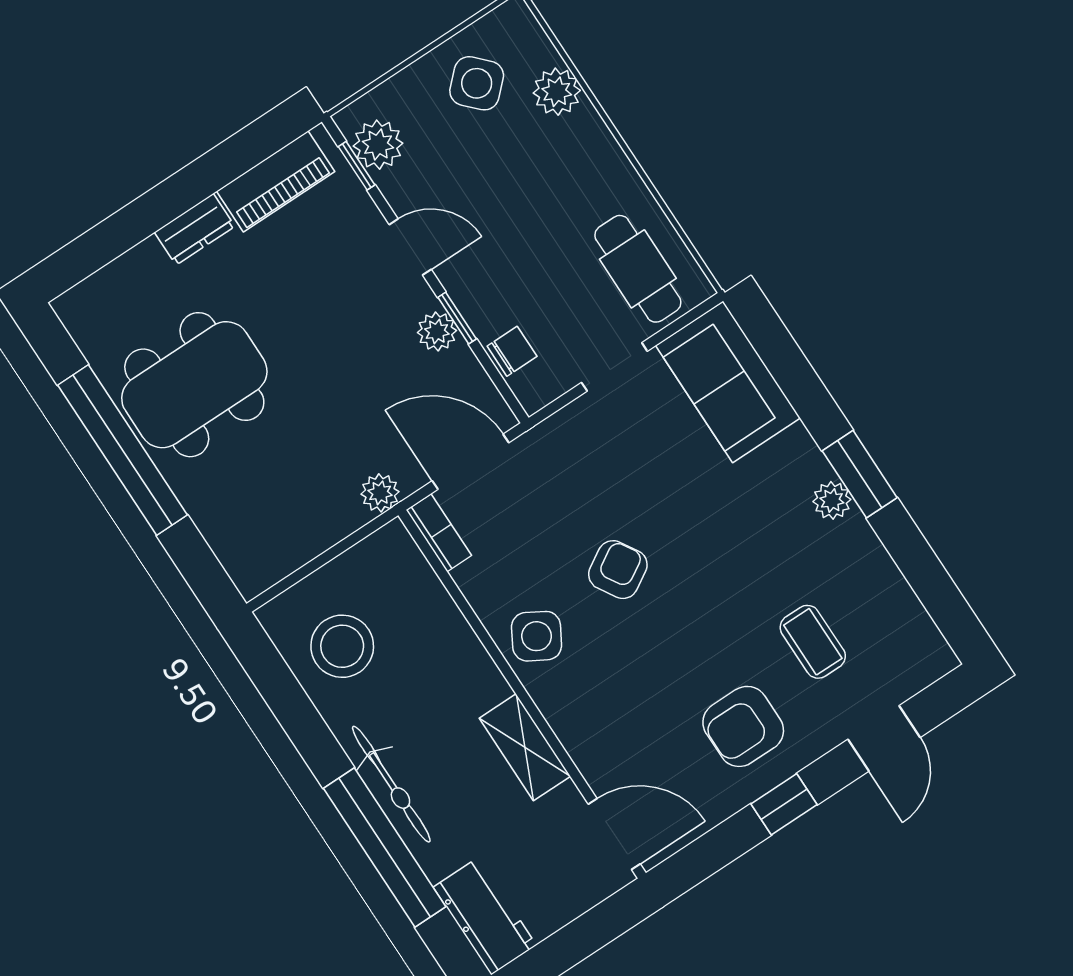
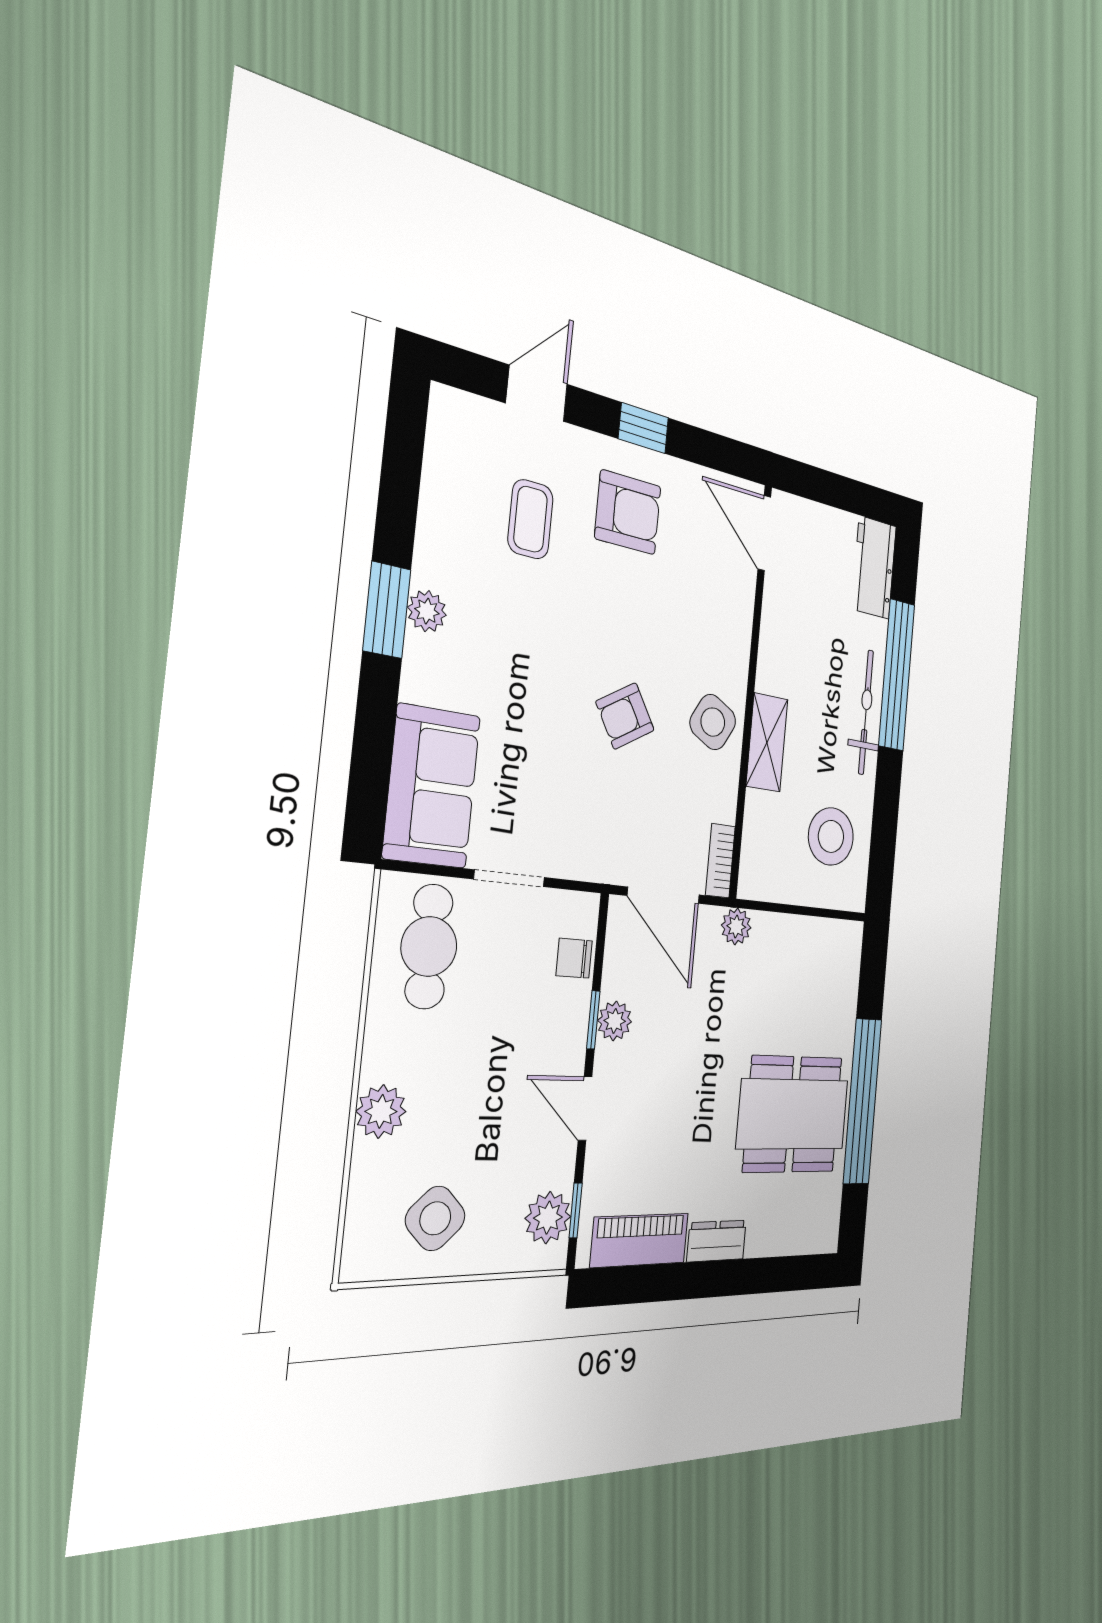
plant: (557, 92) -> (381, 1111), moved
shelving: (525, 747) -> (767, 742), moved

